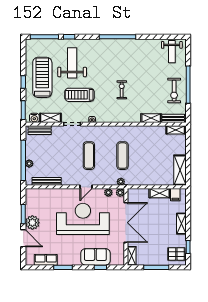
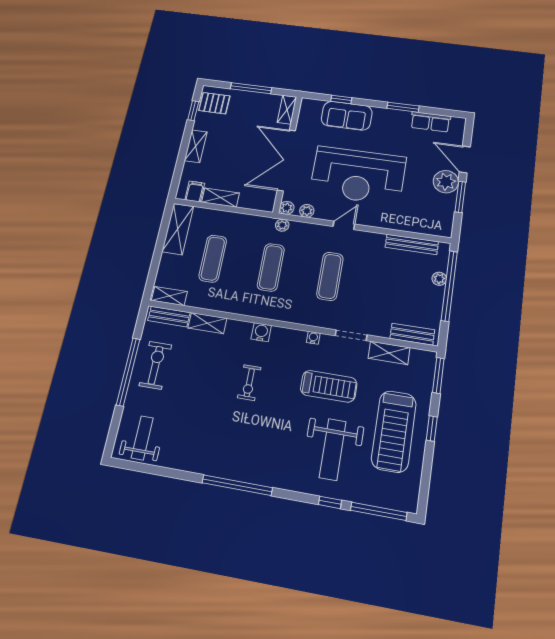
water cooler: (34, 118) -> (261, 332), moved
exercise mat: (156, 156) -> (213, 259), added

